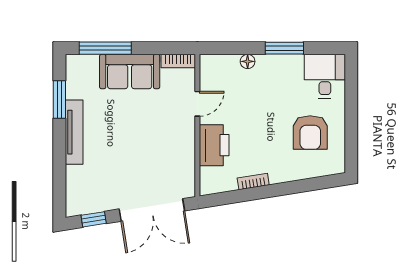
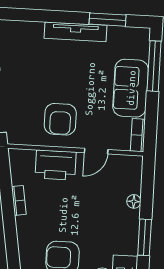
door: (197, 104) -> (96, 151), hinge flipped
armchair: (166, 143) -> (60, 119), added

